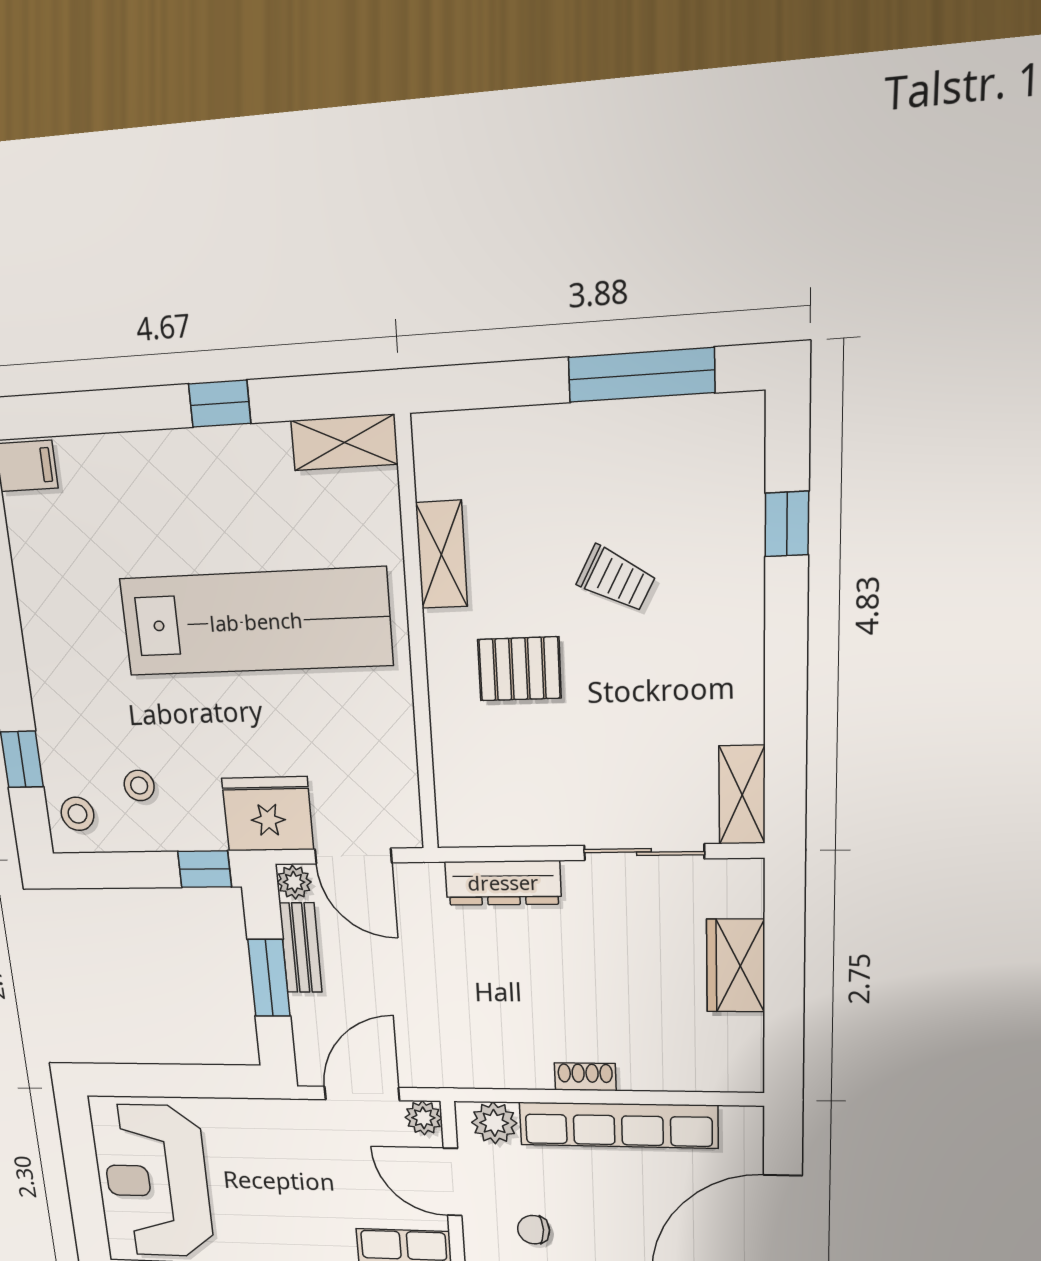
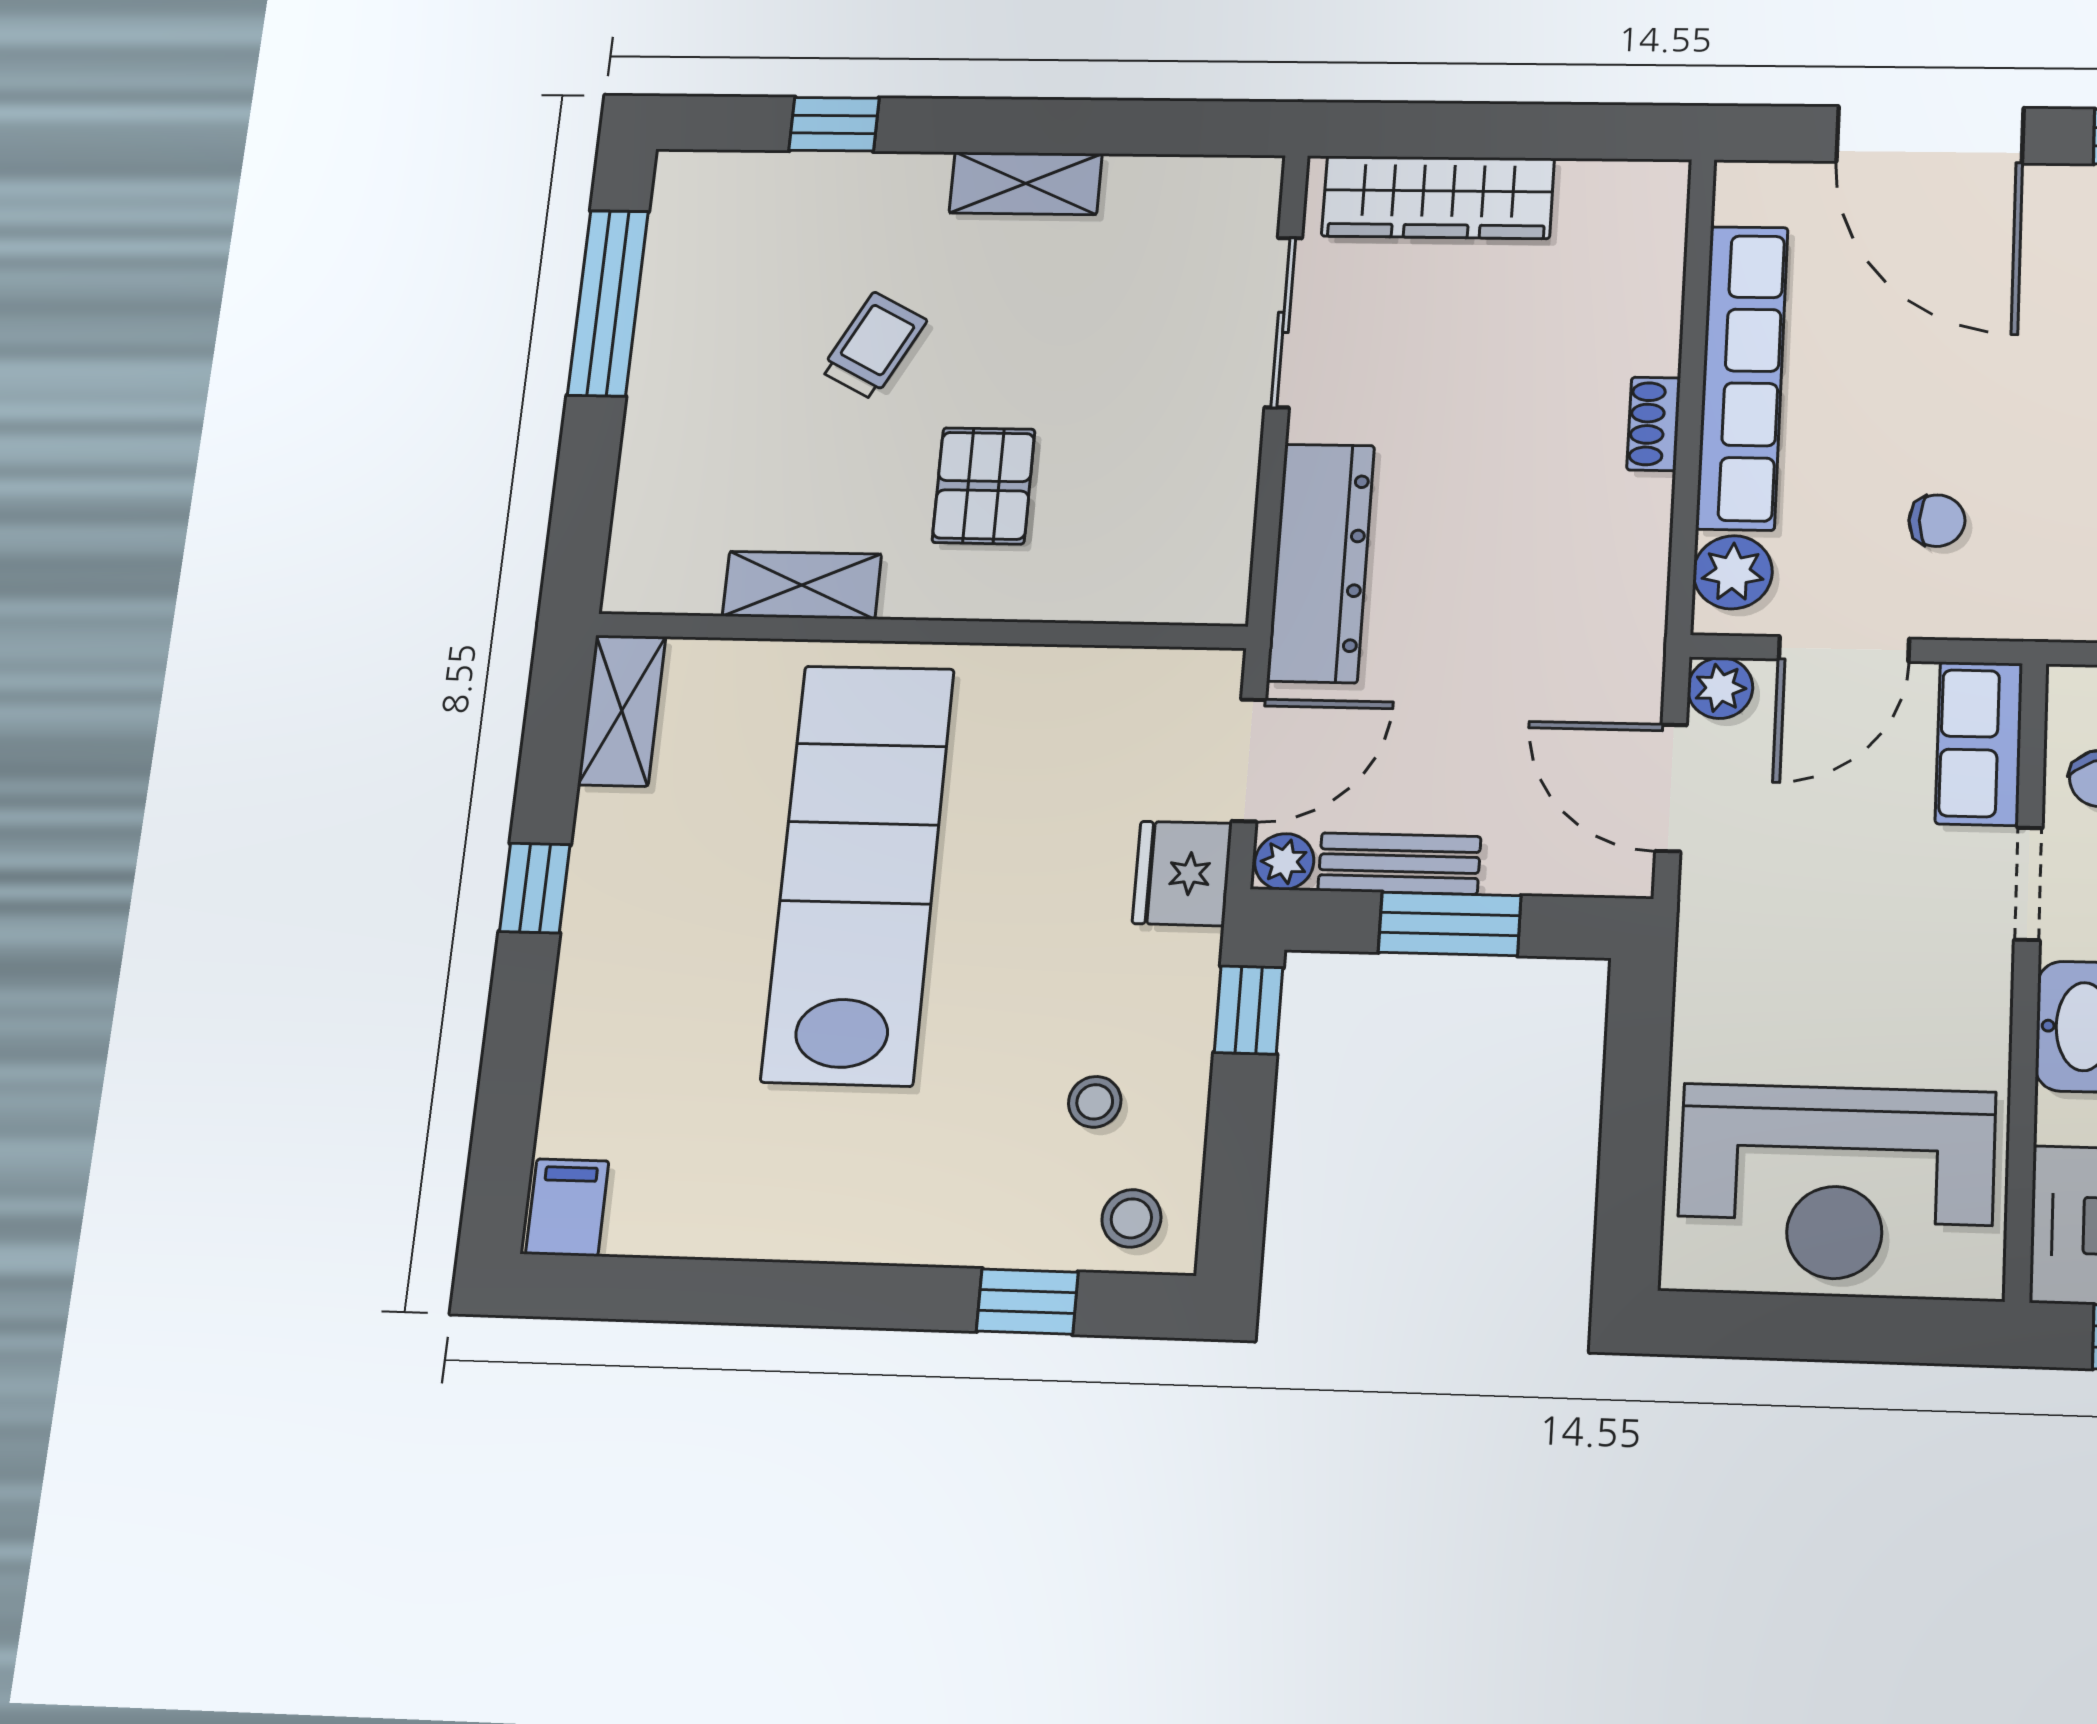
shelving: (742, 795) -> (1026, 183), moved
fridge: (268, 814) -> (1182, 873), width x0.73, depth x0.75
dresser: (503, 883) -> (1321, 563), width x1.37, depth x1.24
wardrobe: (736, 966) -> (1438, 197), width x1.50
chair: (534, 1230) -> (1937, 521), turned -90

